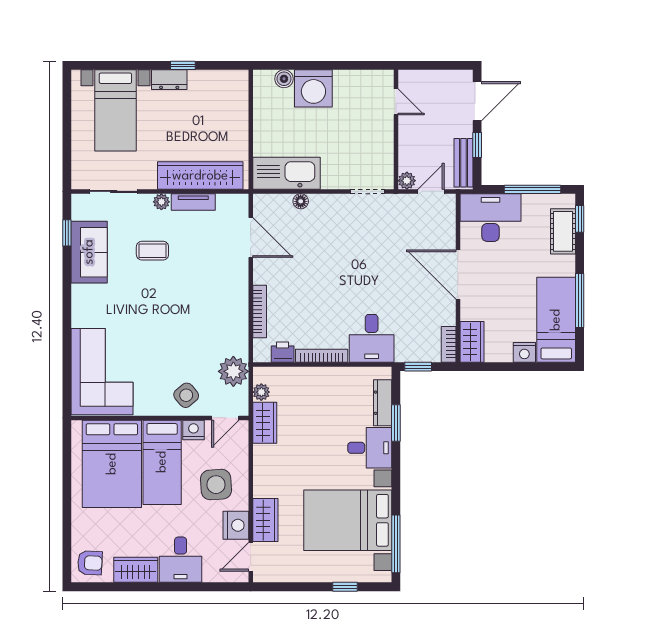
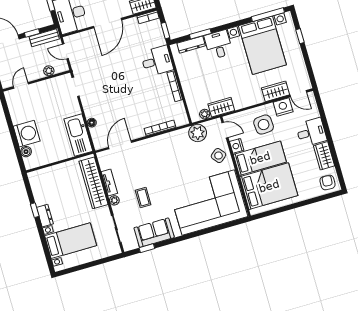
plant: (407, 181) -> (49, 71), moved
printer: (283, 352) -> (179, 109), removed
corner sofa: (102, 372) -> (208, 203), width x1.36, depth x1.36

